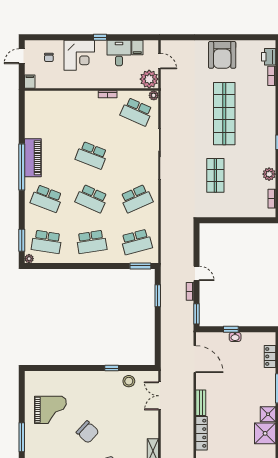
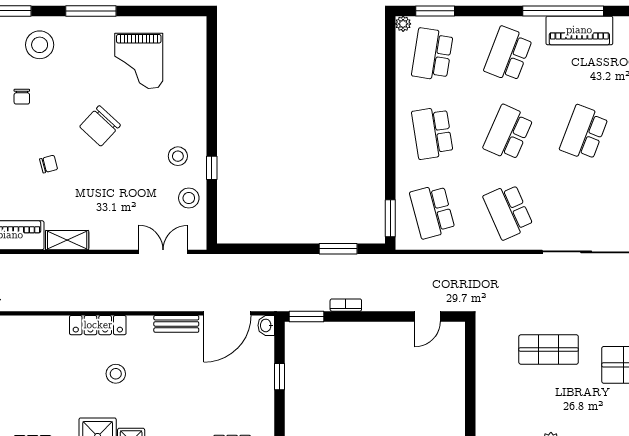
door: (197, 273) -> (427, 316), moved
washbasin: (235, 337) -> (266, 325), moved
stool: (105, 387) -> (178, 156), added
bench: (201, 403) -> (176, 324), moved
stool: (229, 423) -> (116, 374), added

